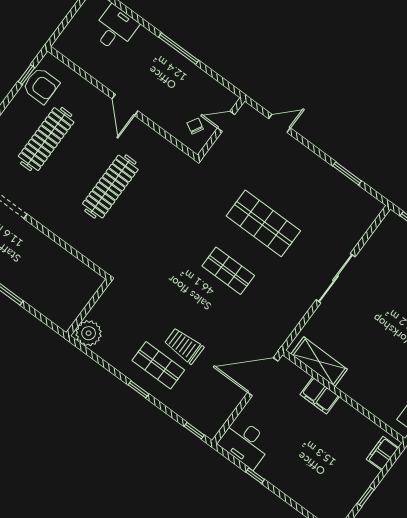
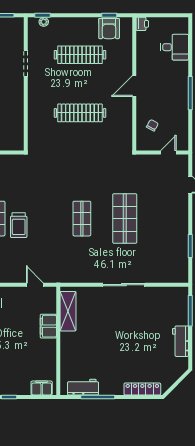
printer: (63, 45) -> (142, 24), added
door: (226, 121) -> (168, 152), hinge flipped
chair: (195, 126) -> (152, 125), moved
trolley: (184, 346) -> (19, 225), turned 180
door: (263, 377) -> (35, 285), width x0.53

